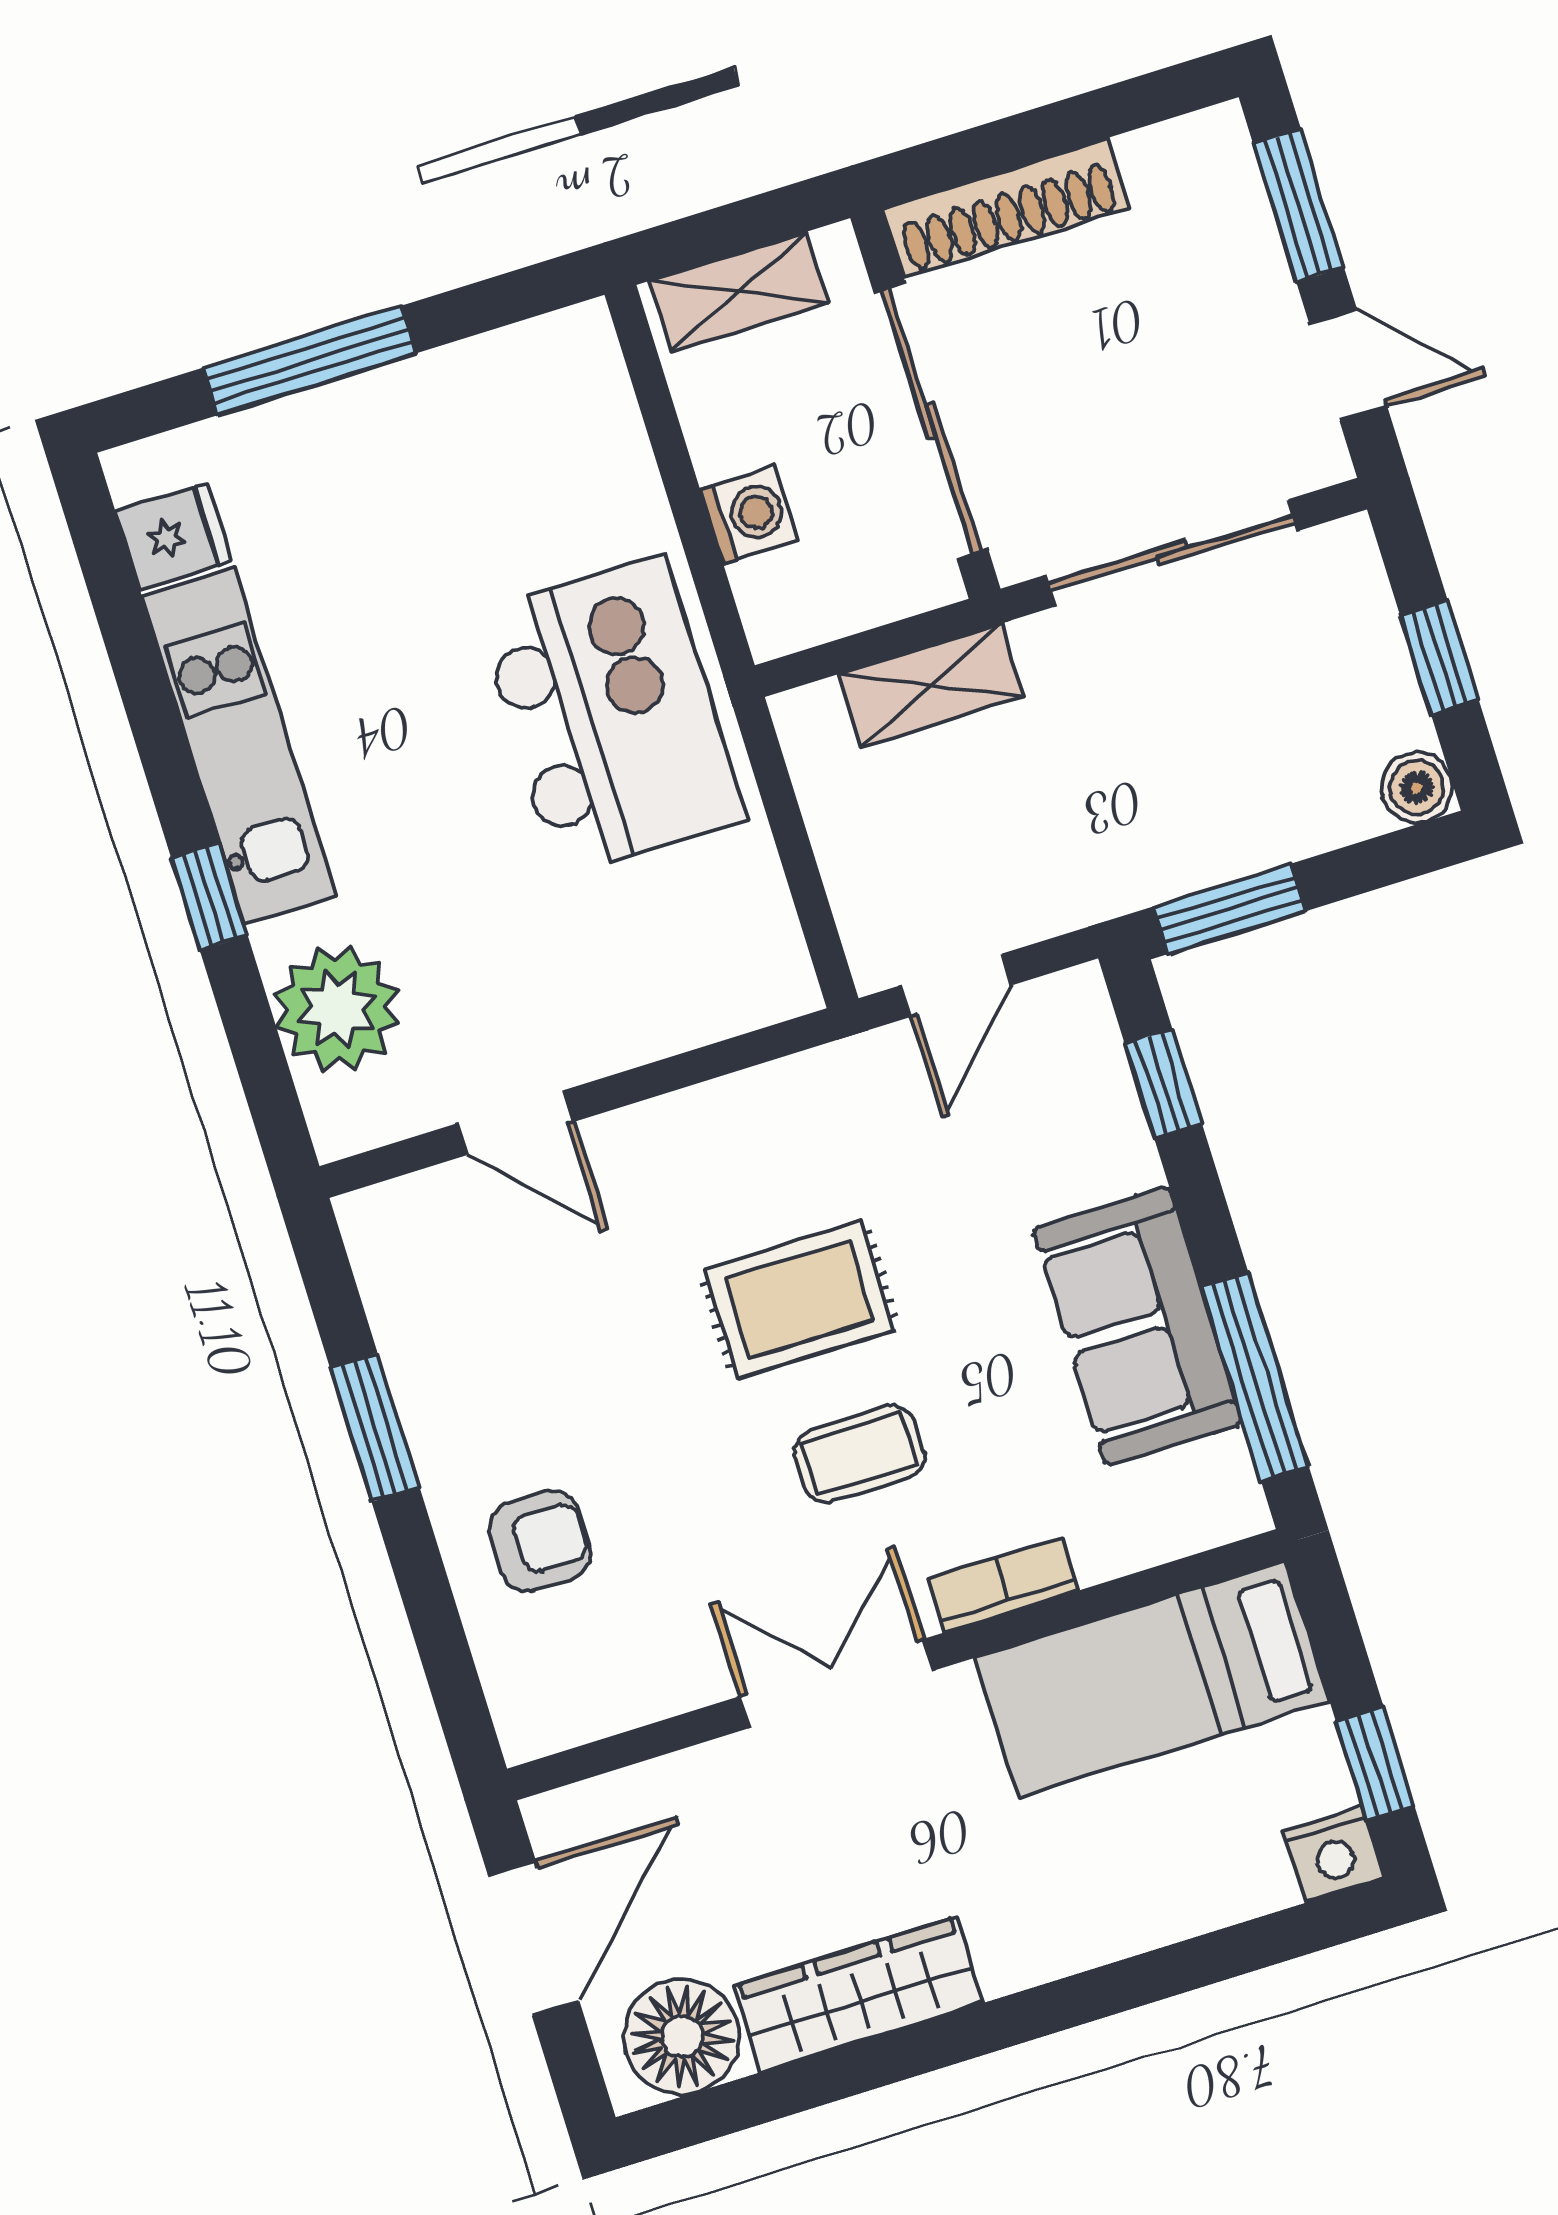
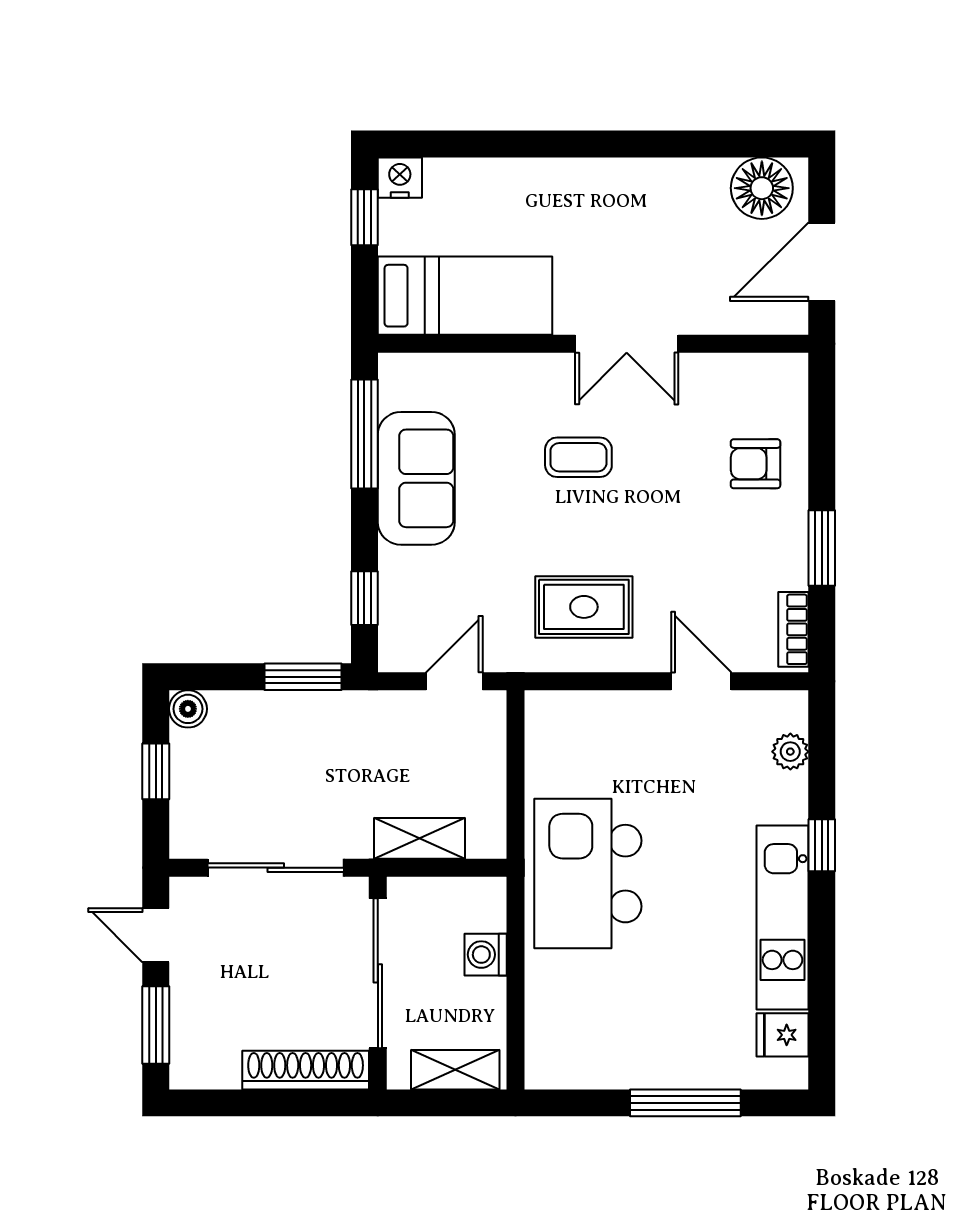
plant: (337, 1009) -> (790, 752), width x0.53, depth x0.53
rug: (799, 1299) -> (584, 607), moved
bookcase: (1003, 1585) -> (793, 629), moved, turned 90
wardrobe: (858, 1995) -> (665, 181), removed

